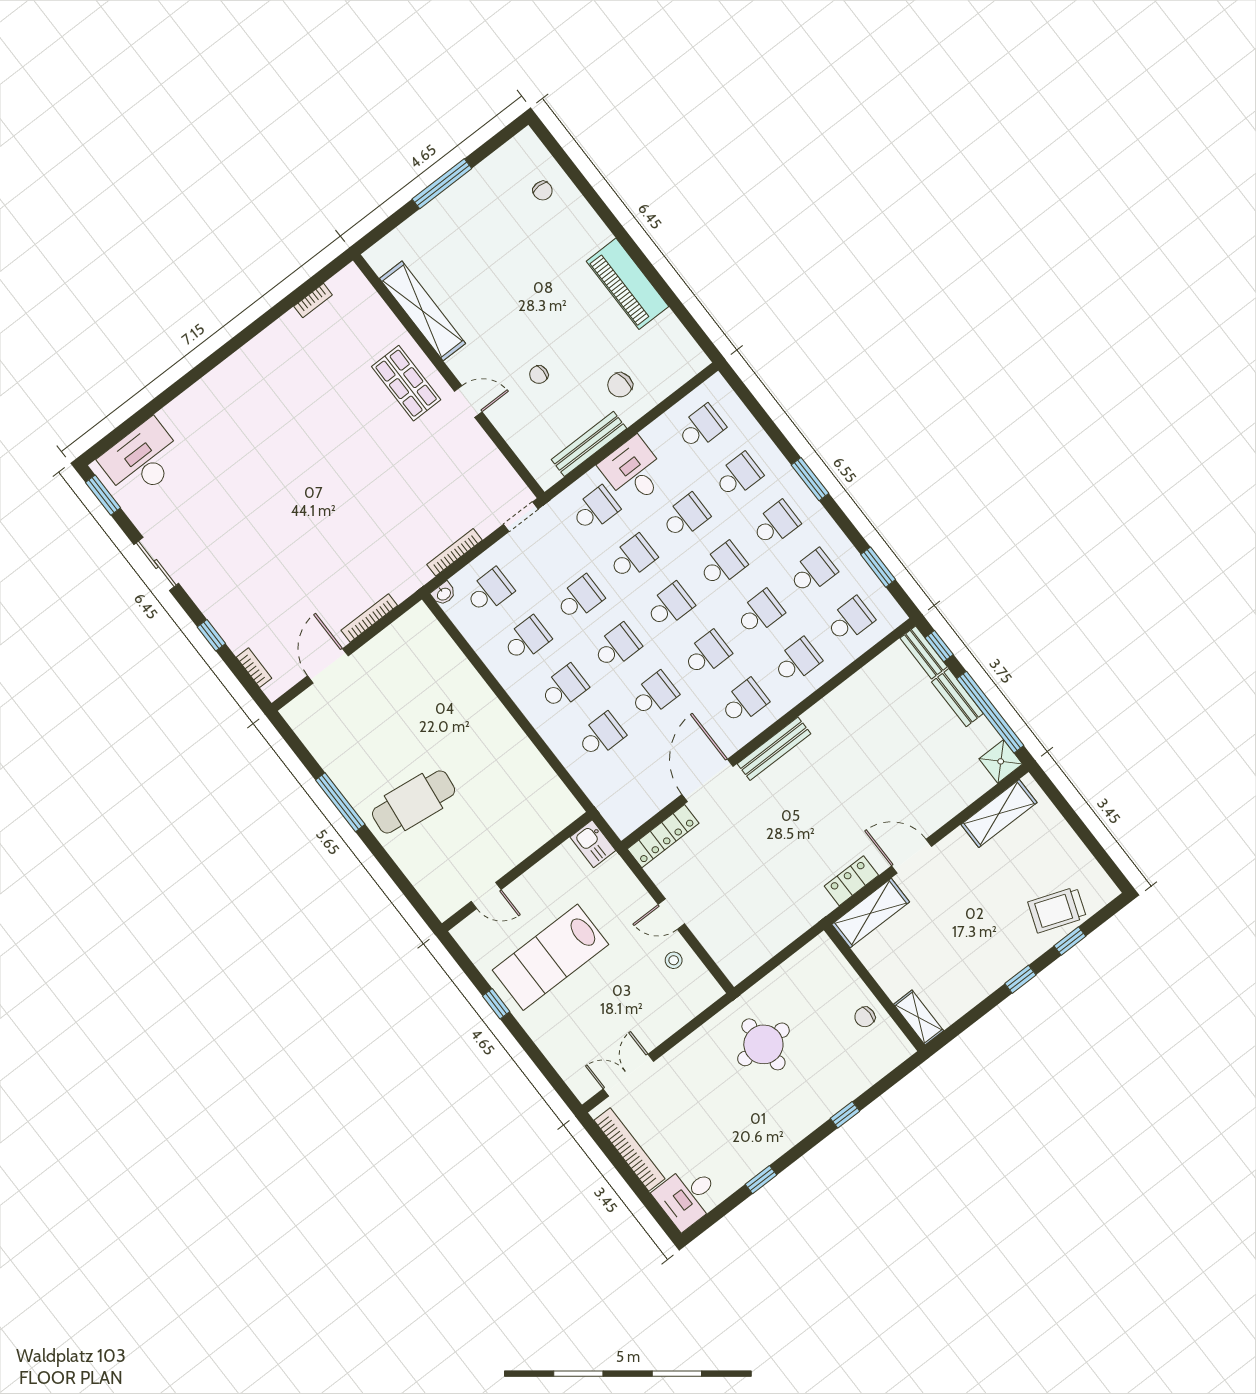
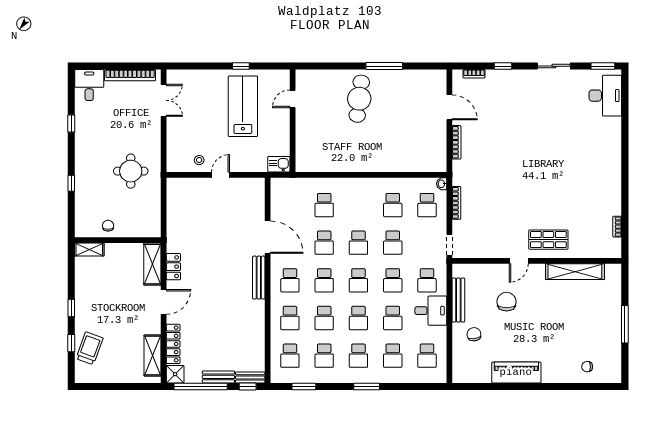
chair: (539, 375) -> (507, 302), width x1.87, depth x1.87
school desk: (564, 687) -> (358, 205), removed
locker: (663, 836) -> (173, 344), moved, turned 180

